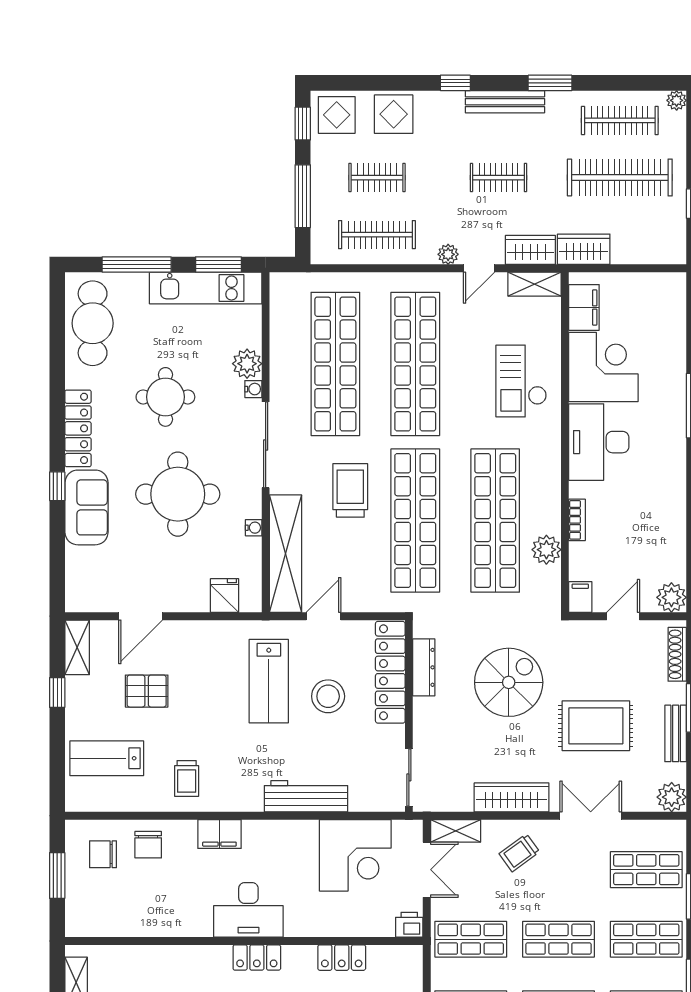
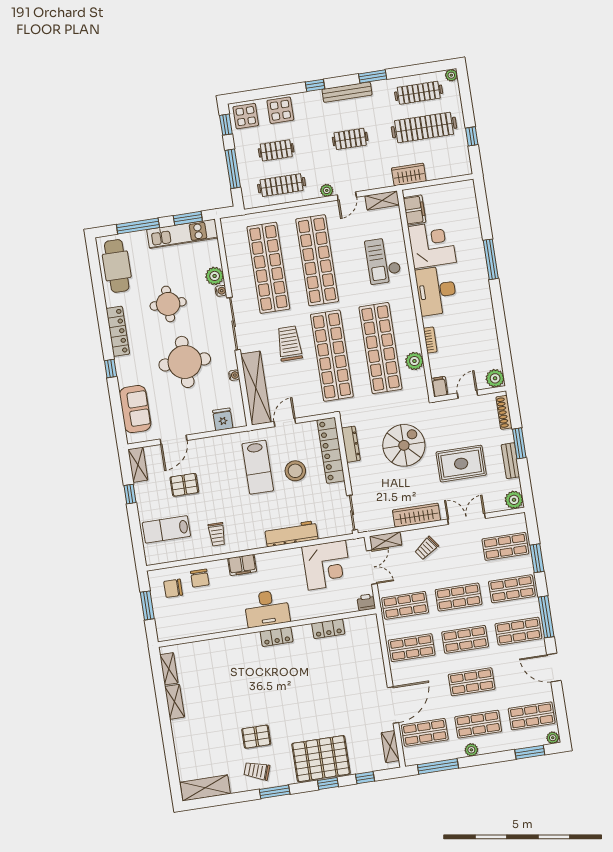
wardrobe: (530, 250) -> (376, 180), removed
sofa: (87, 507) -> (135, 409), moved

